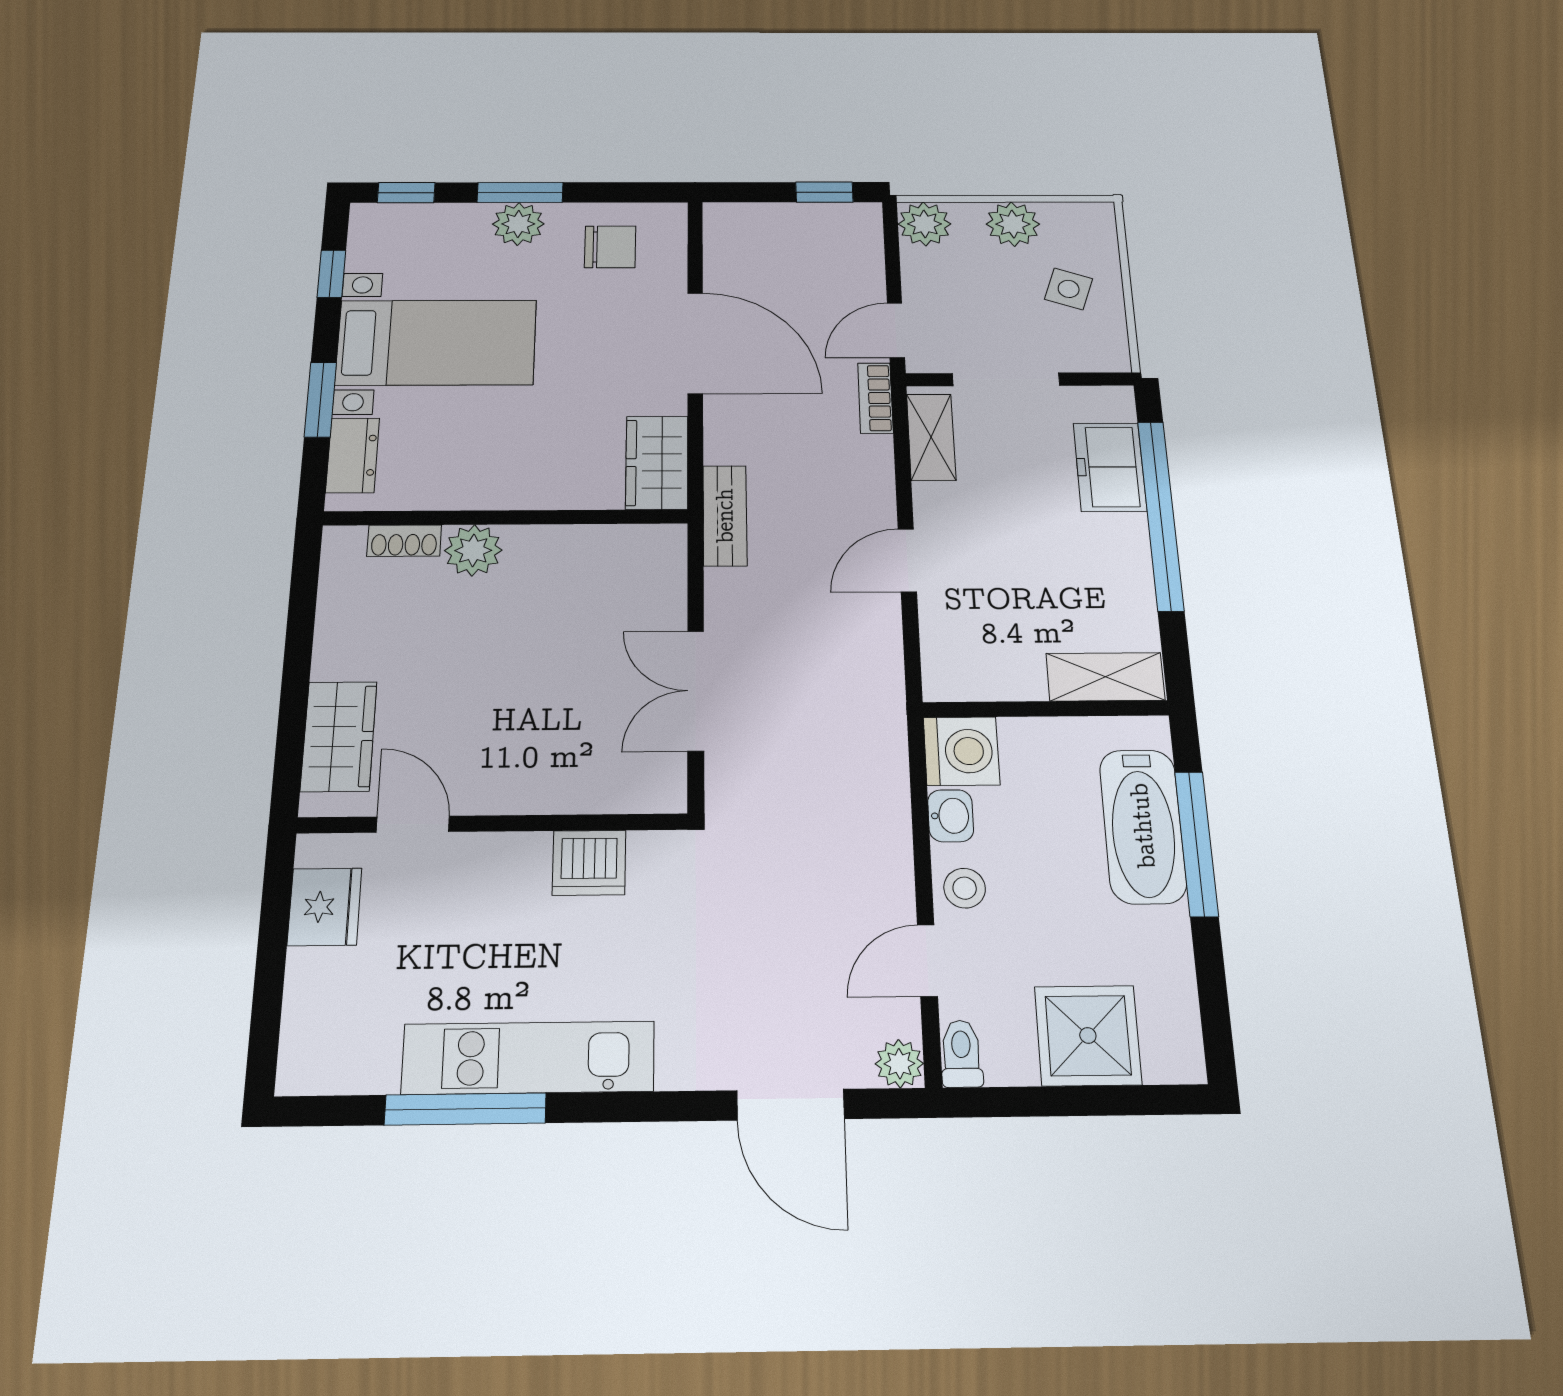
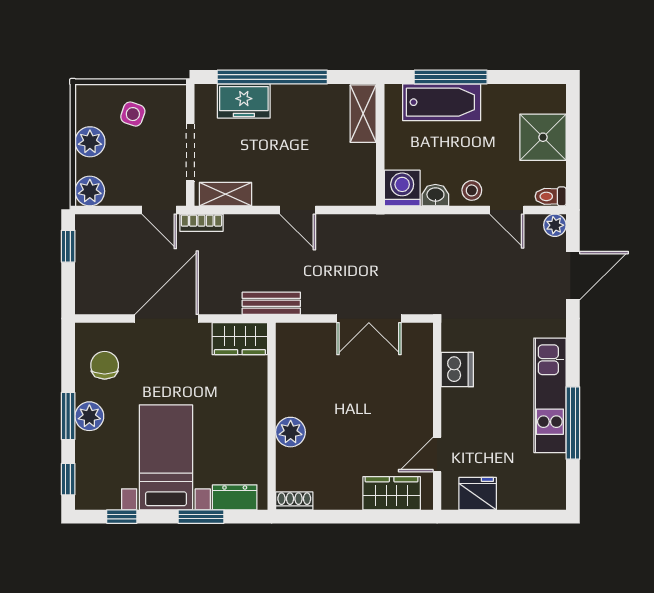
shoe rack: (404, 541) -> (294, 501), moved, turned -90

